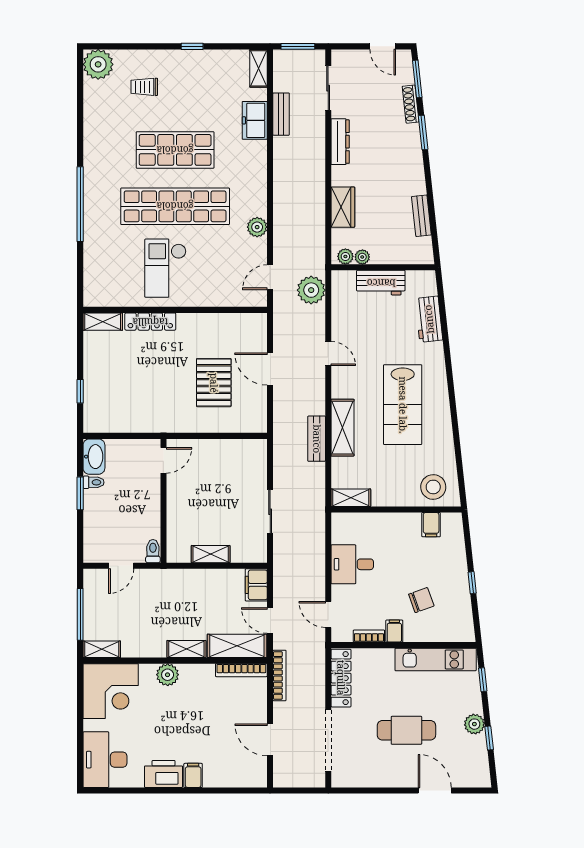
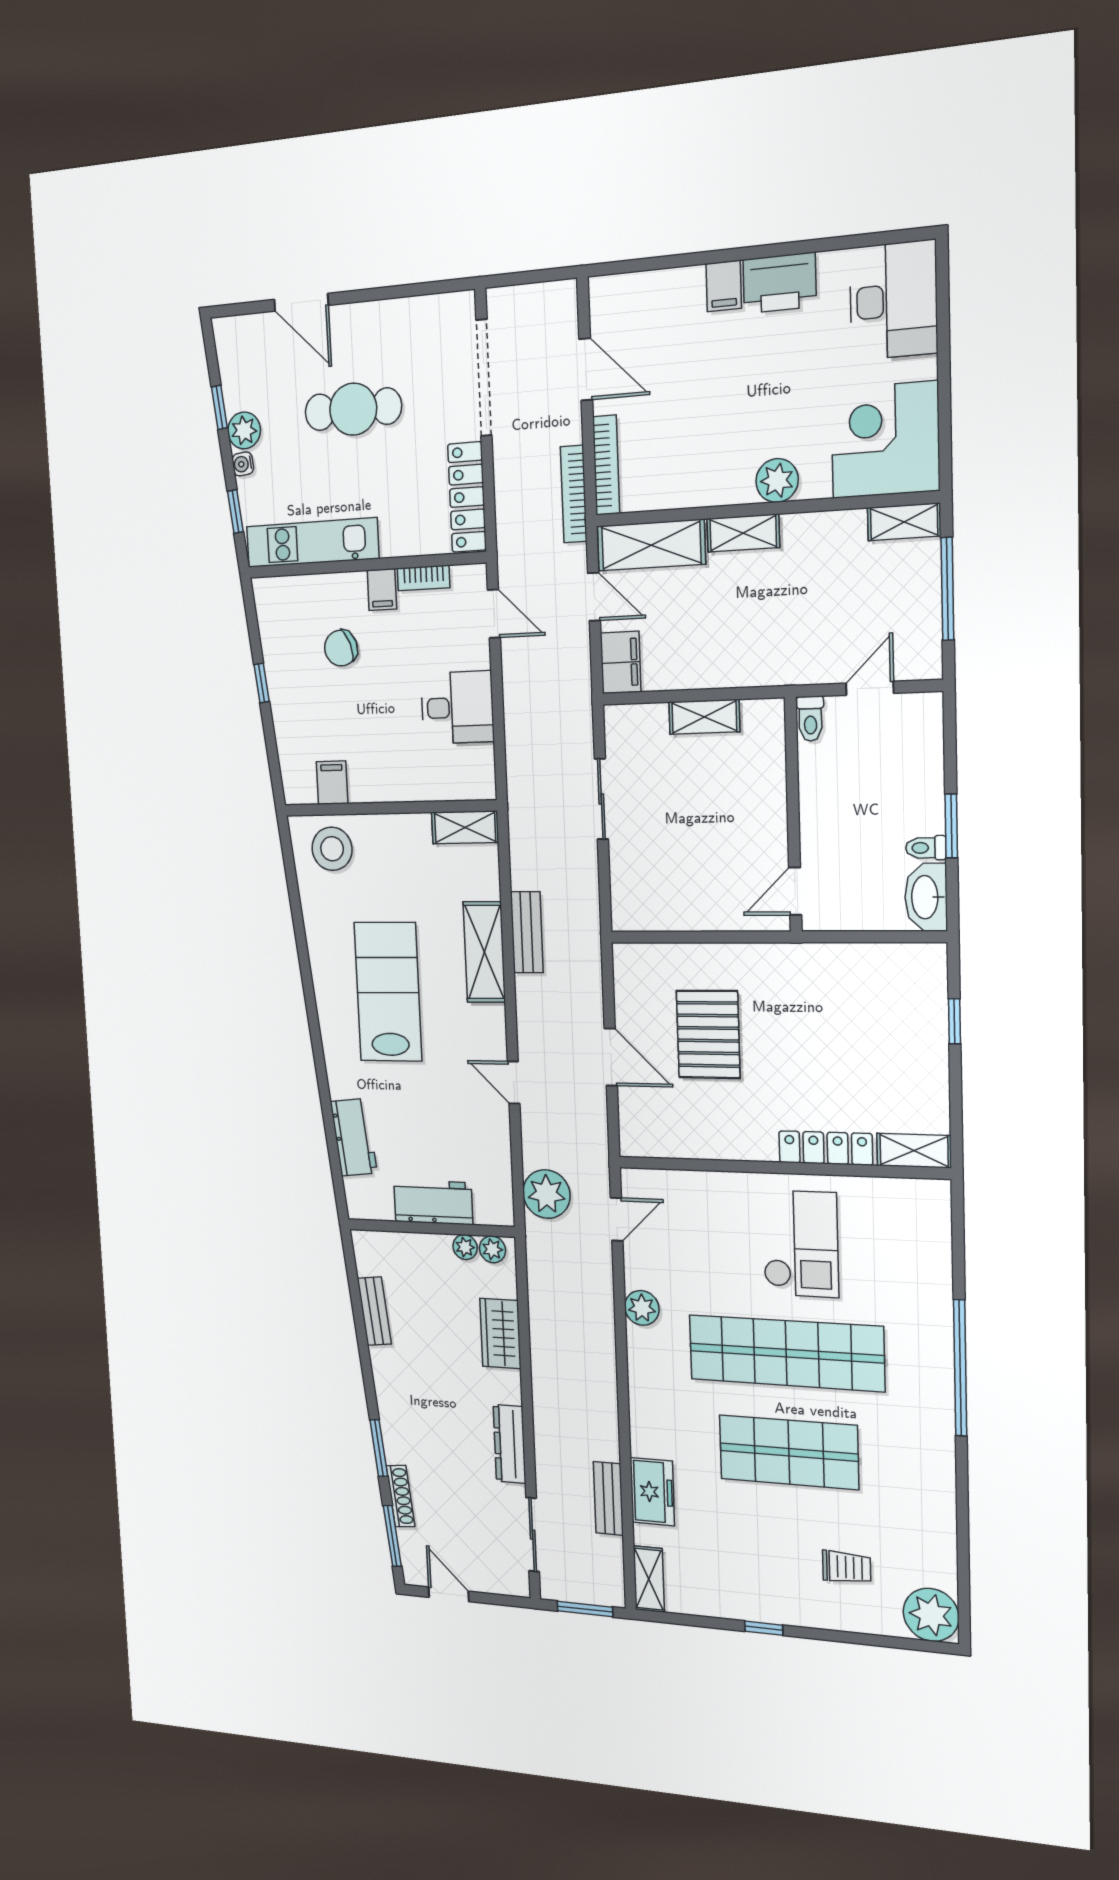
bookcase: (241, 670) -> (606, 465), moved, turned 90
water cooler: (476, 706) -> (243, 464), added

